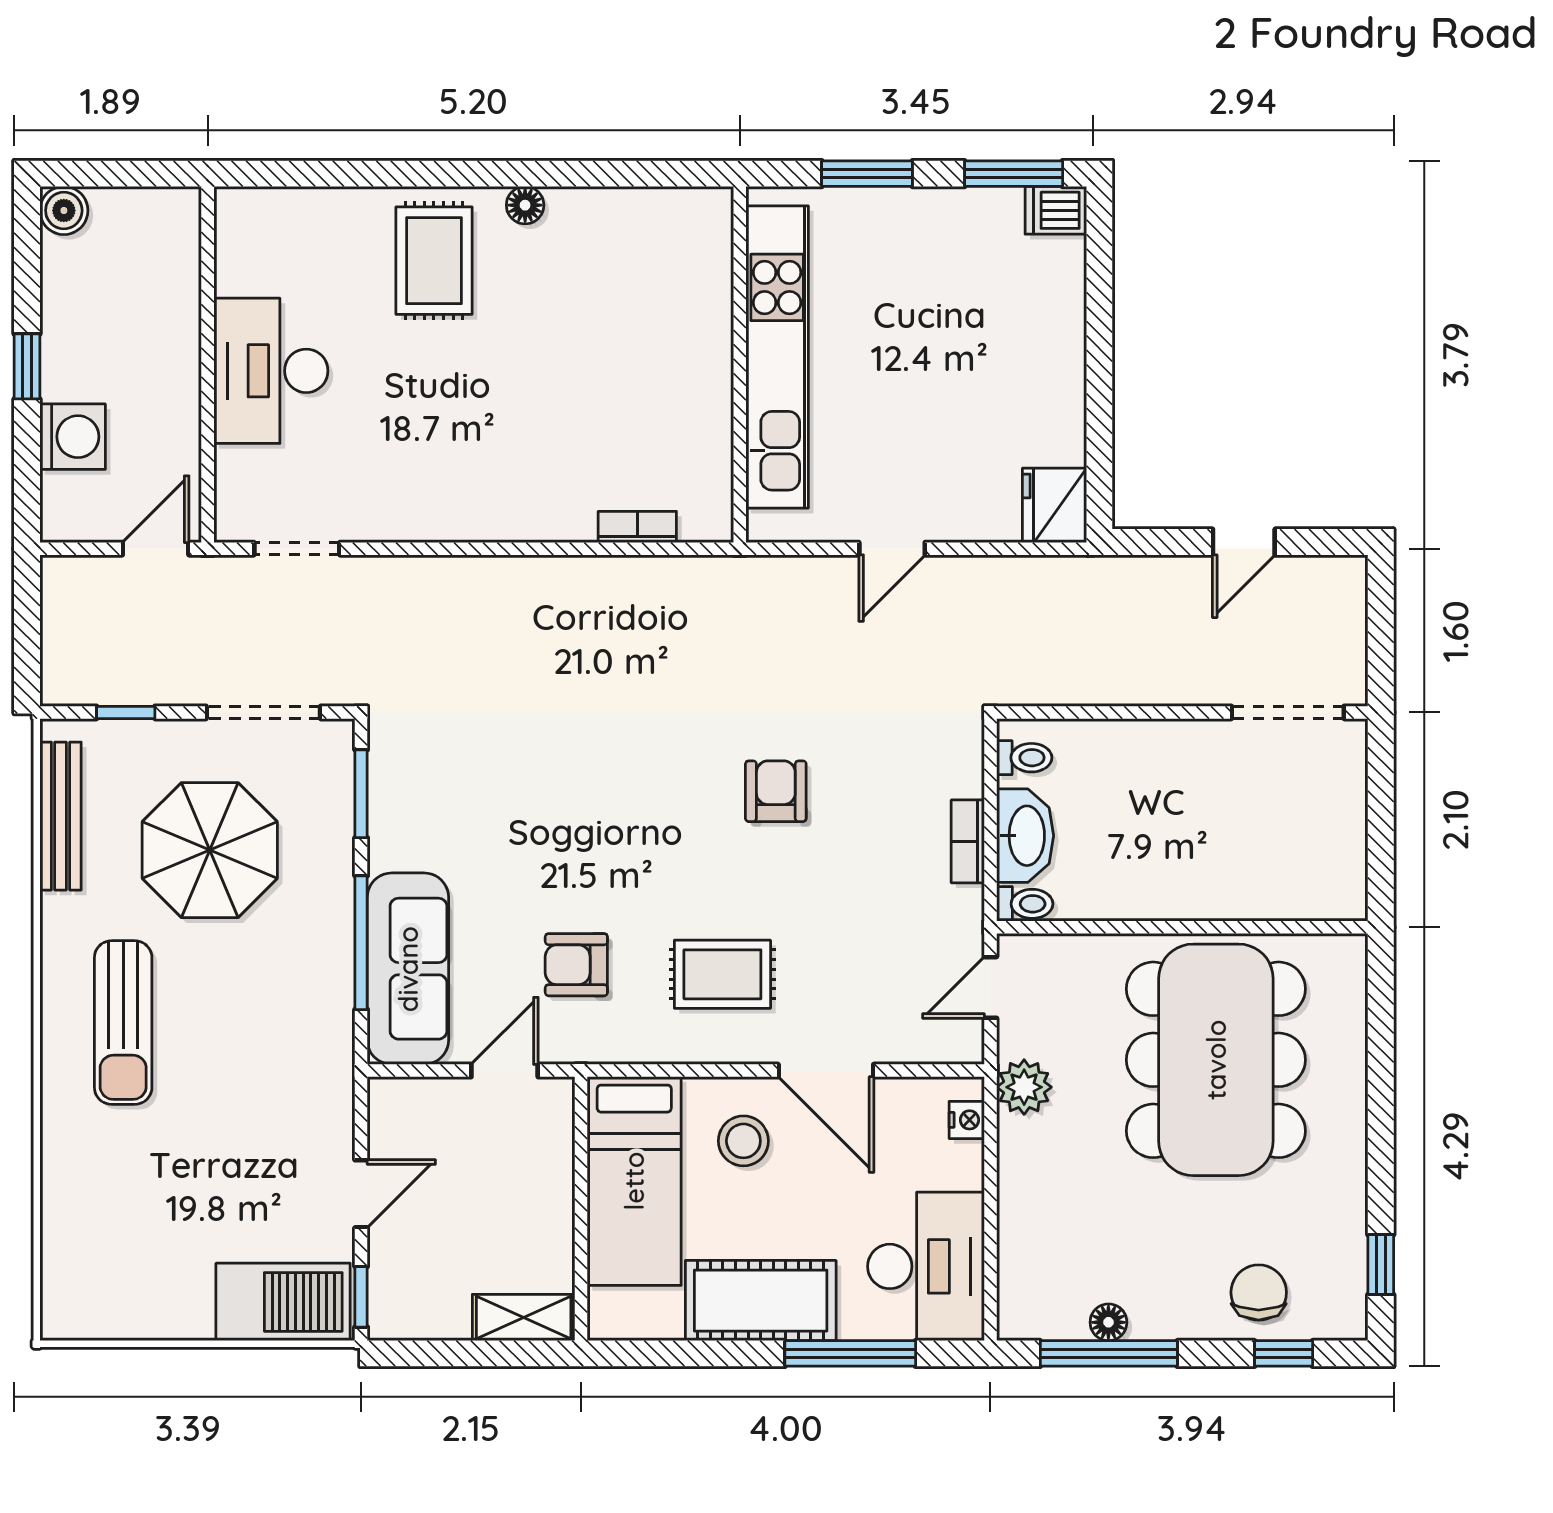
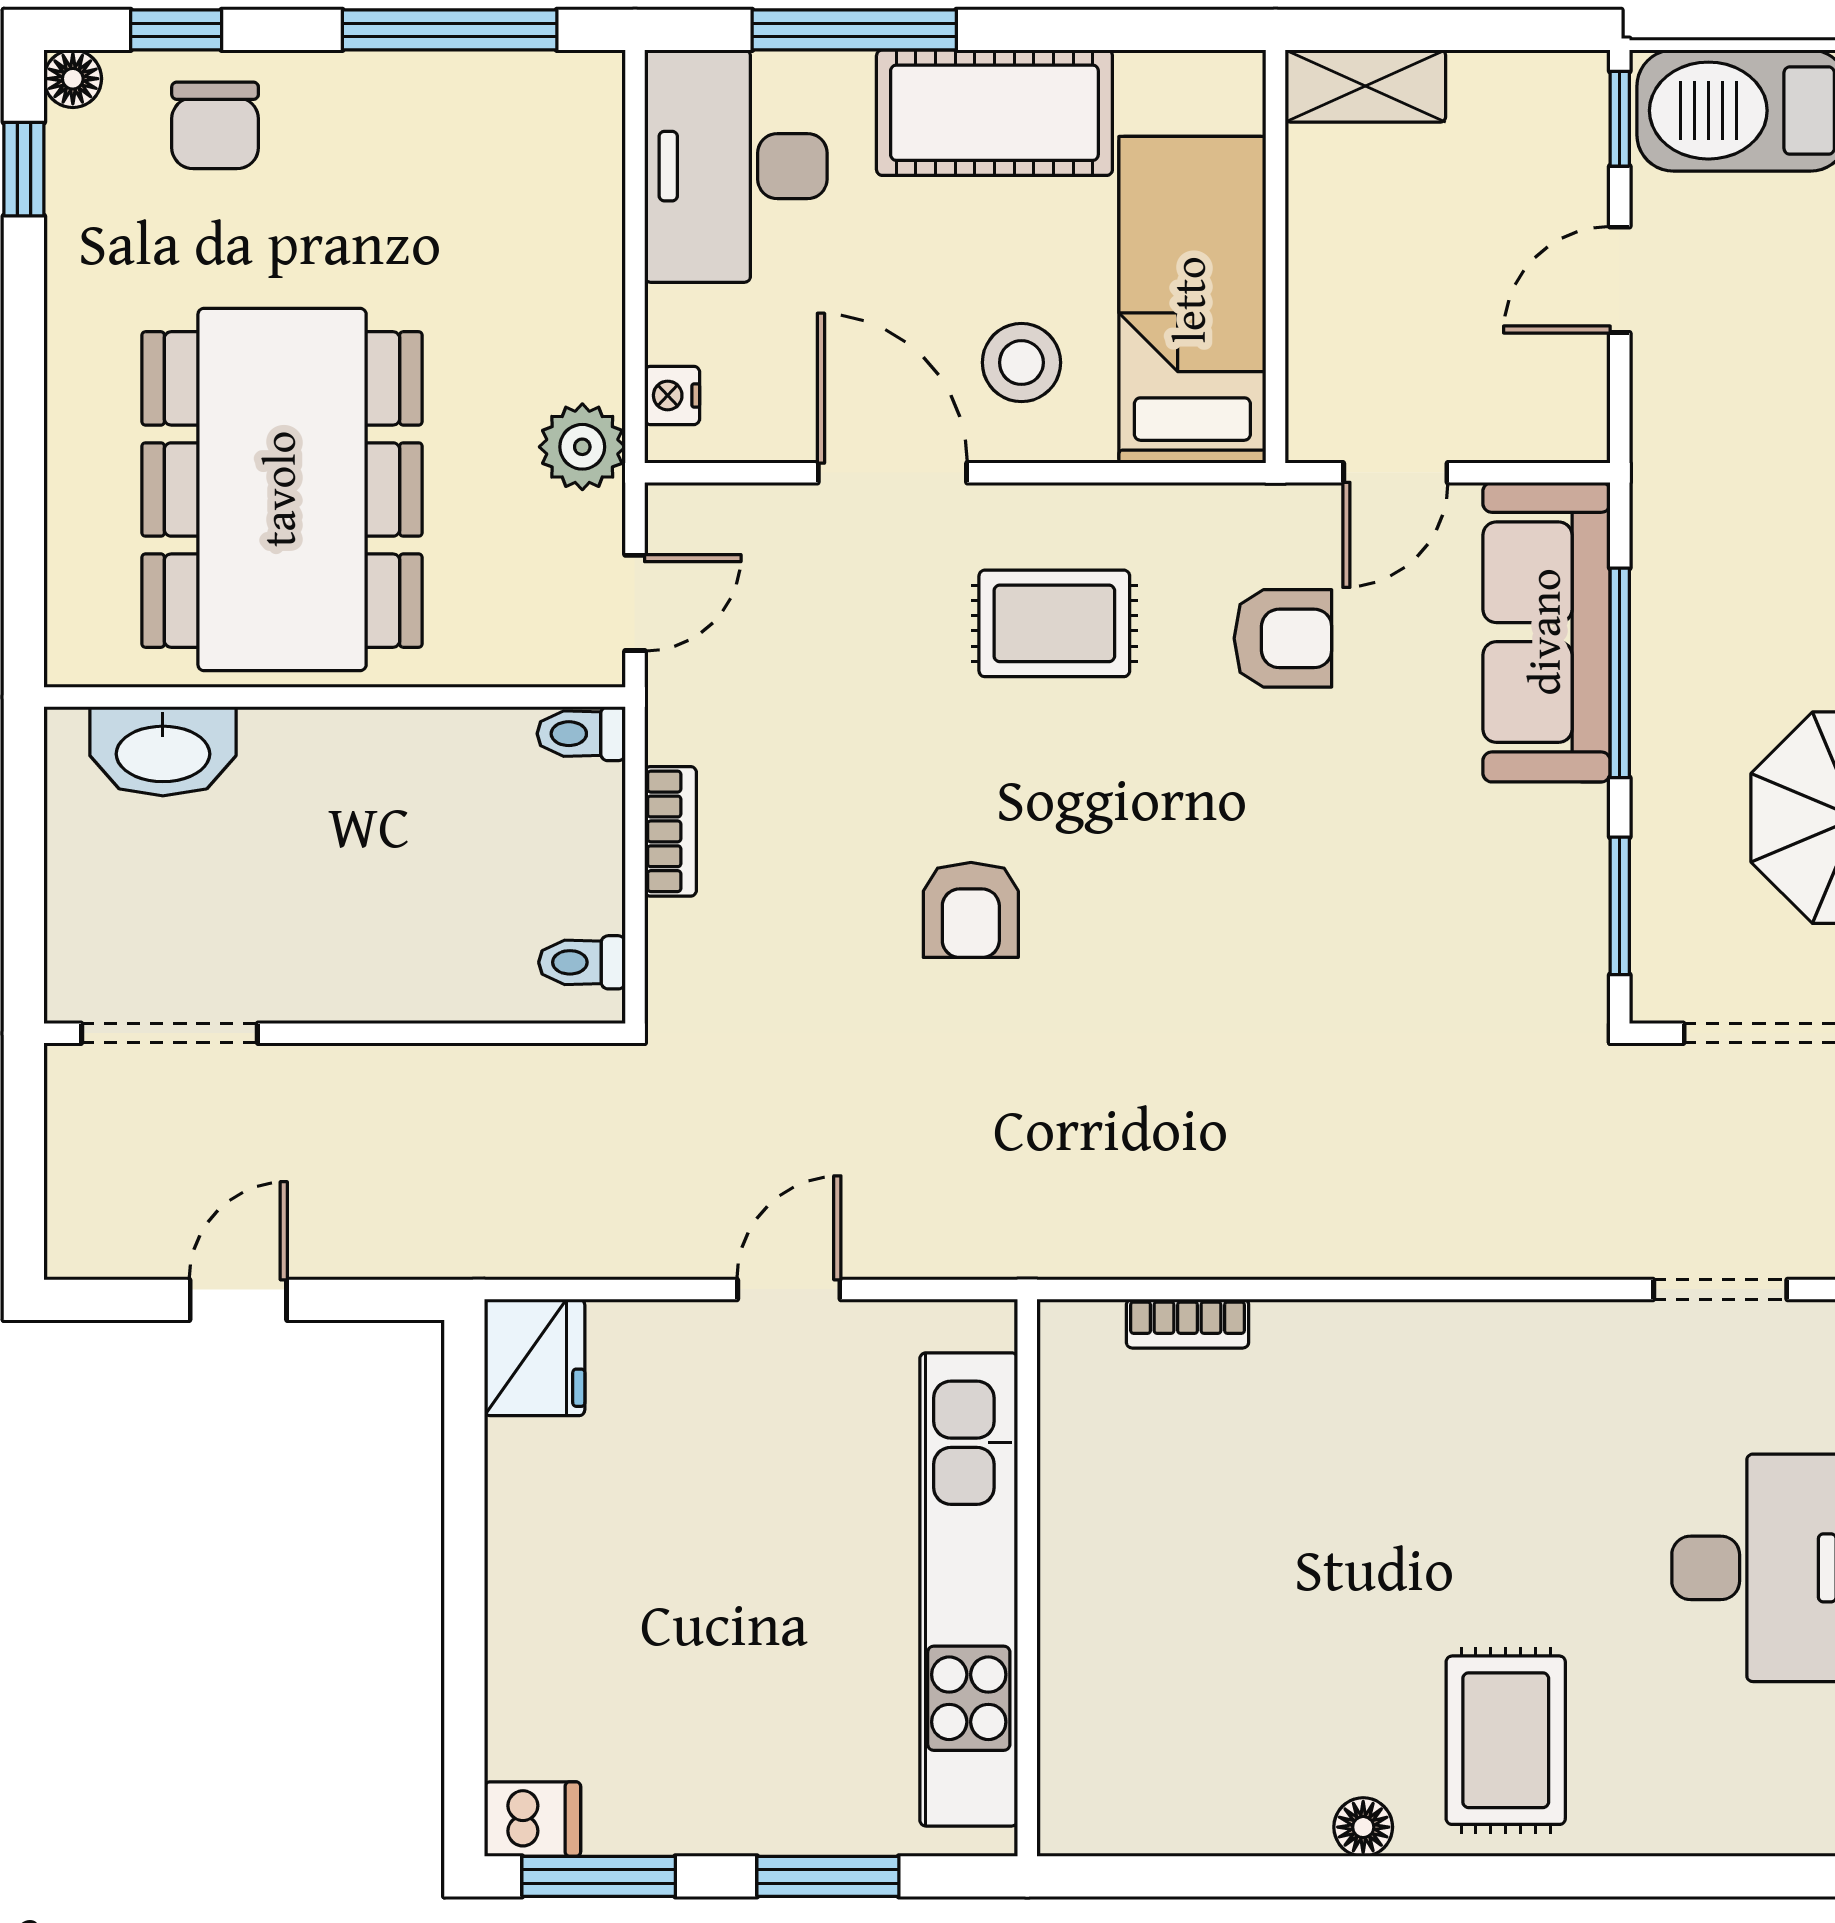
washbasin: (1025, 836) -> (163, 751), moved, turned -90
floor lamp: (1108, 1322) -> (73, 79), moved

